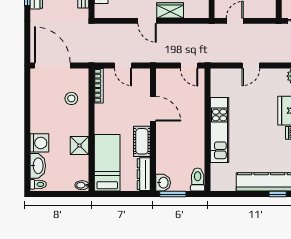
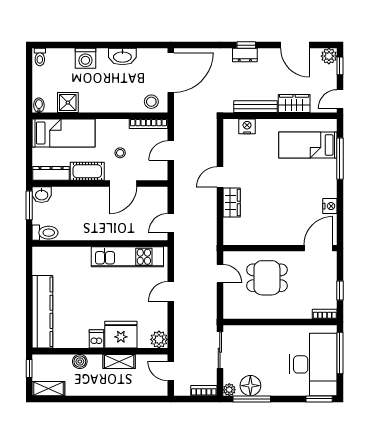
door: (251, 66) -> (171, 291), hinge flipped
stool: (71, 98) -> (151, 102), moved
stool: (125, 111) -> (120, 153), added
kitchen unit: (219, 130) -> (127, 257), moved
shower: (80, 145) -> (68, 103), moved
washbasin: (38, 166) -> (122, 57), moved
window: (278, 194) -> (29, 321), removed

